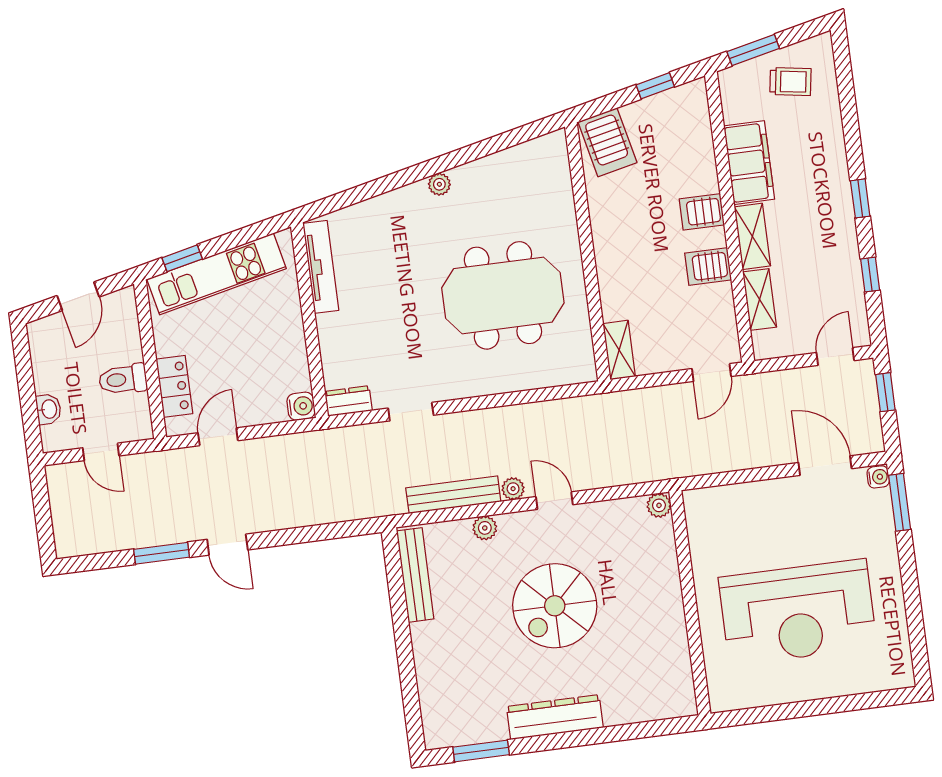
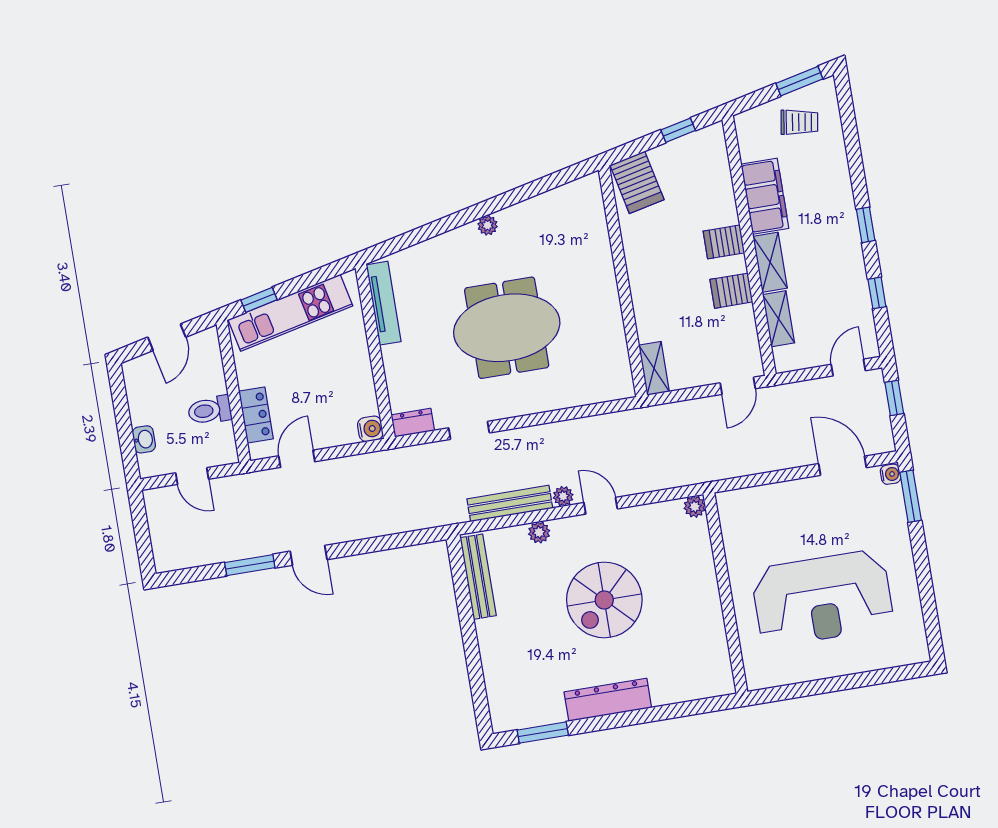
window: (753, 50) -> (799, 81), moved
meeting table: (503, 295) -> (507, 328), moved

